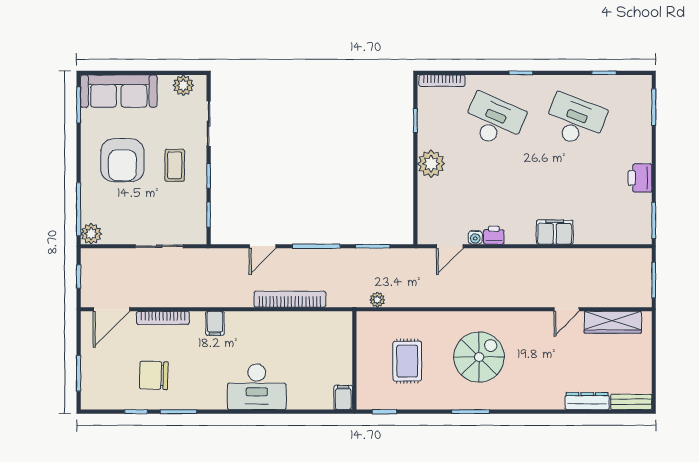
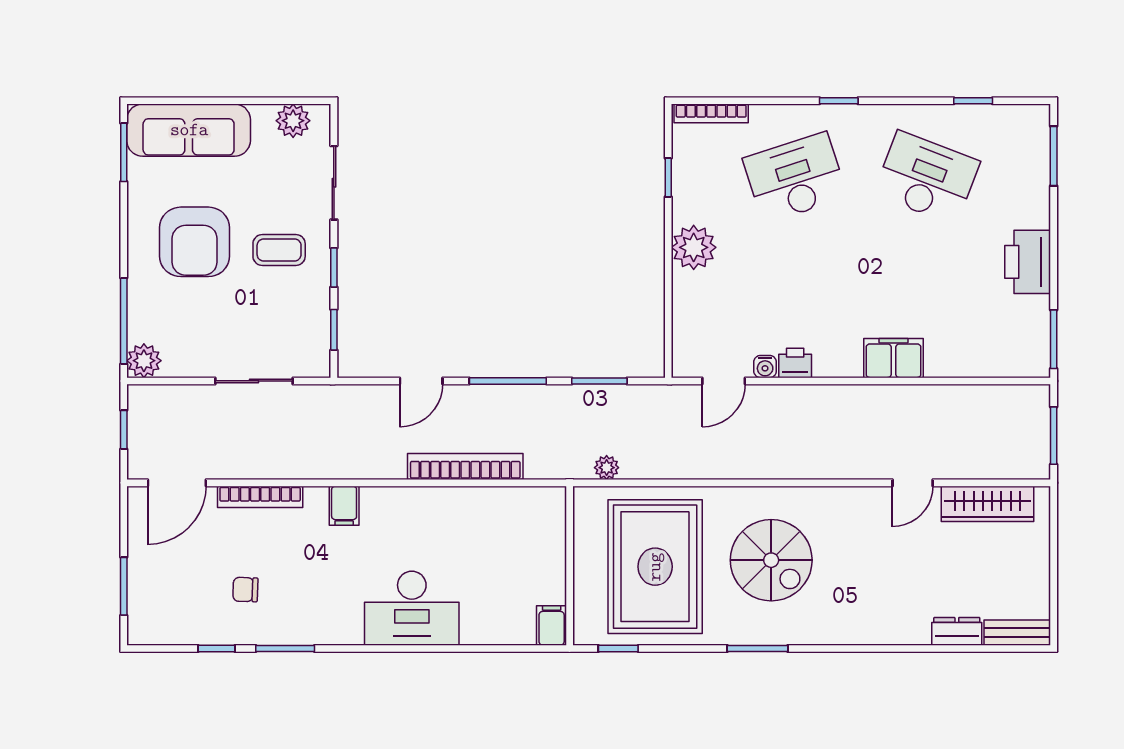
desk: (494, 121) -> (795, 178), turned -42
coffee table: (175, 165) -> (279, 250), turned 90
printer: (640, 178) -> (1028, 262), width x1.37, depth x1.19
spiral stairs: (479, 357) -> (771, 560), turned 90
rug: (407, 361) -> (655, 567), width x1.86, depth x2.06
chair: (154, 375) -> (245, 590), width x0.54, depth x0.54
dresser: (587, 401) -> (957, 631), width x0.70

